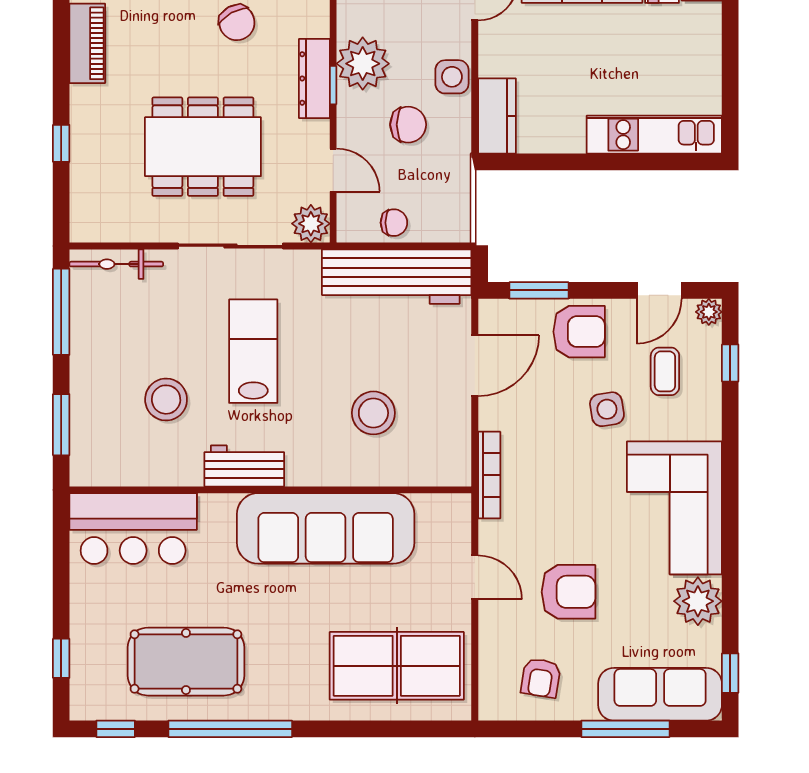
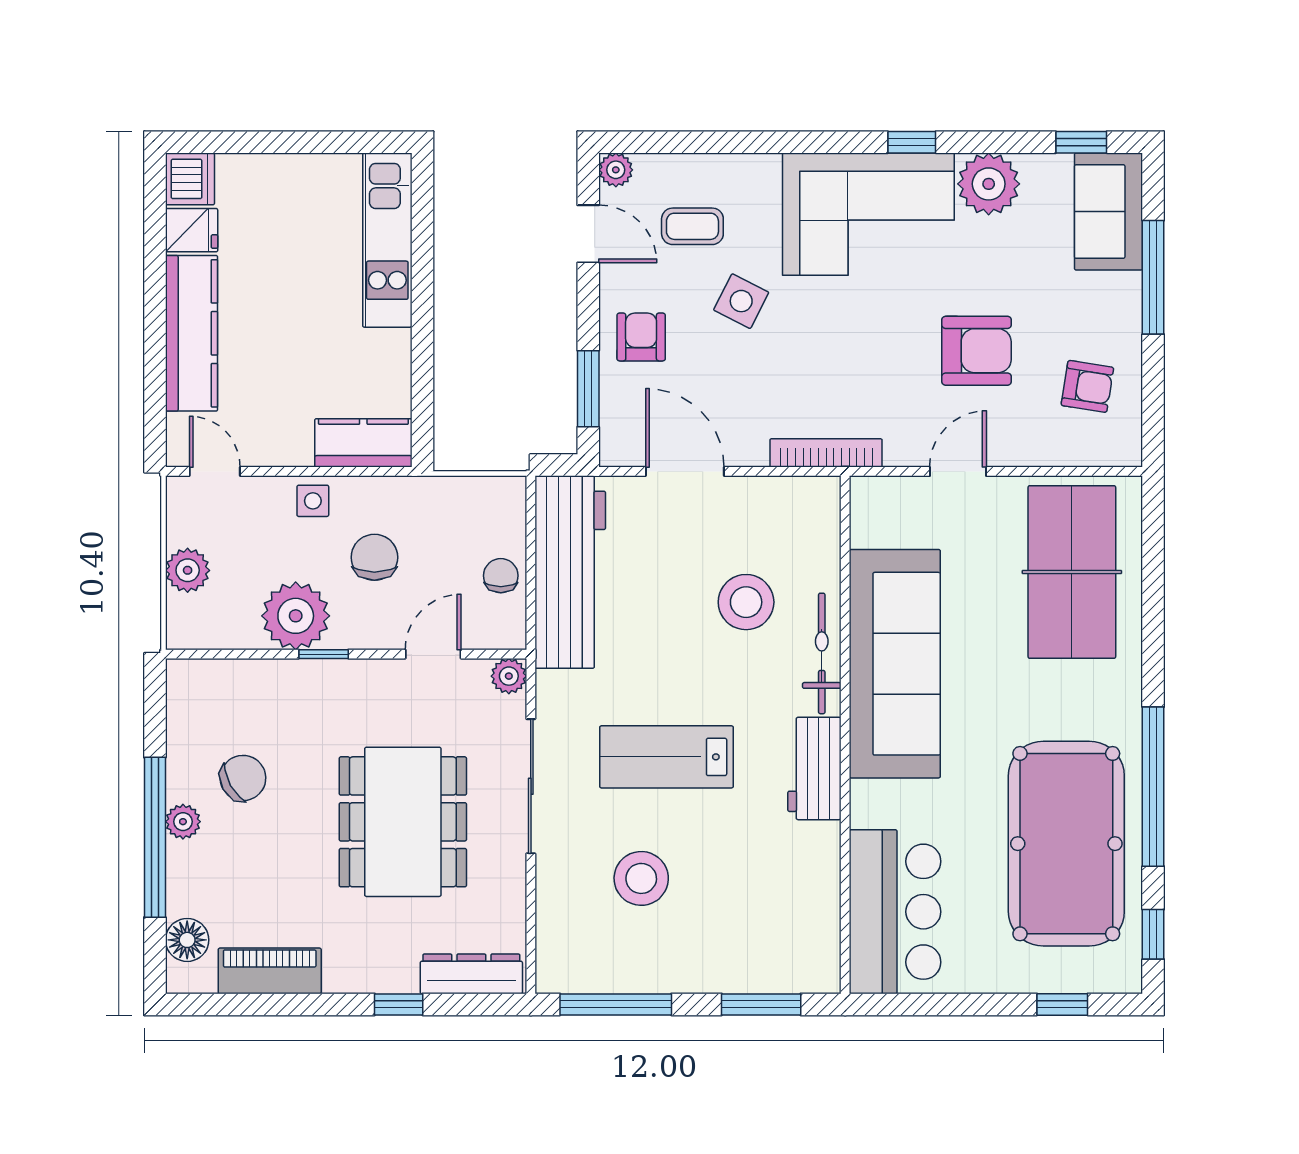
side table: (452, 77) -> (313, 501), width x0.73, depth x0.73
dresser: (314, 78) -> (471, 974), moved, turned 180
plant: (311, 224) -> (509, 676), width x0.73, depth x0.73
bicycle: (116, 264) -> (822, 653), moved, turned 180
armchair: (579, 332) -> (641, 337), width x0.72, depth x0.72
window: (730, 363) -> (912, 142), moved
stool: (166, 400) -> (641, 878), moved
side table: (607, 409) -> (741, 301), turned 36
armchair: (568, 592) -> (977, 351), turned 90
pool table: (186, 662) -> (1066, 844), width x1.36, depth x1.32
sofa: (660, 694) -> (1109, 212), width x0.73

